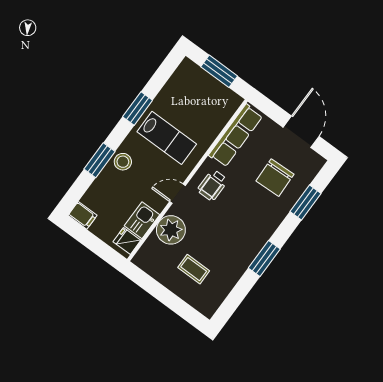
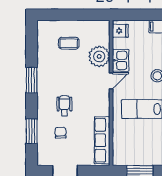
chair: (275, 178) -> (61, 133), width x0.54, depth x0.54
wheelchair: (213, 185) -> (64, 106), moved
kitchen sink: (142, 220) -> (121, 60), moved

